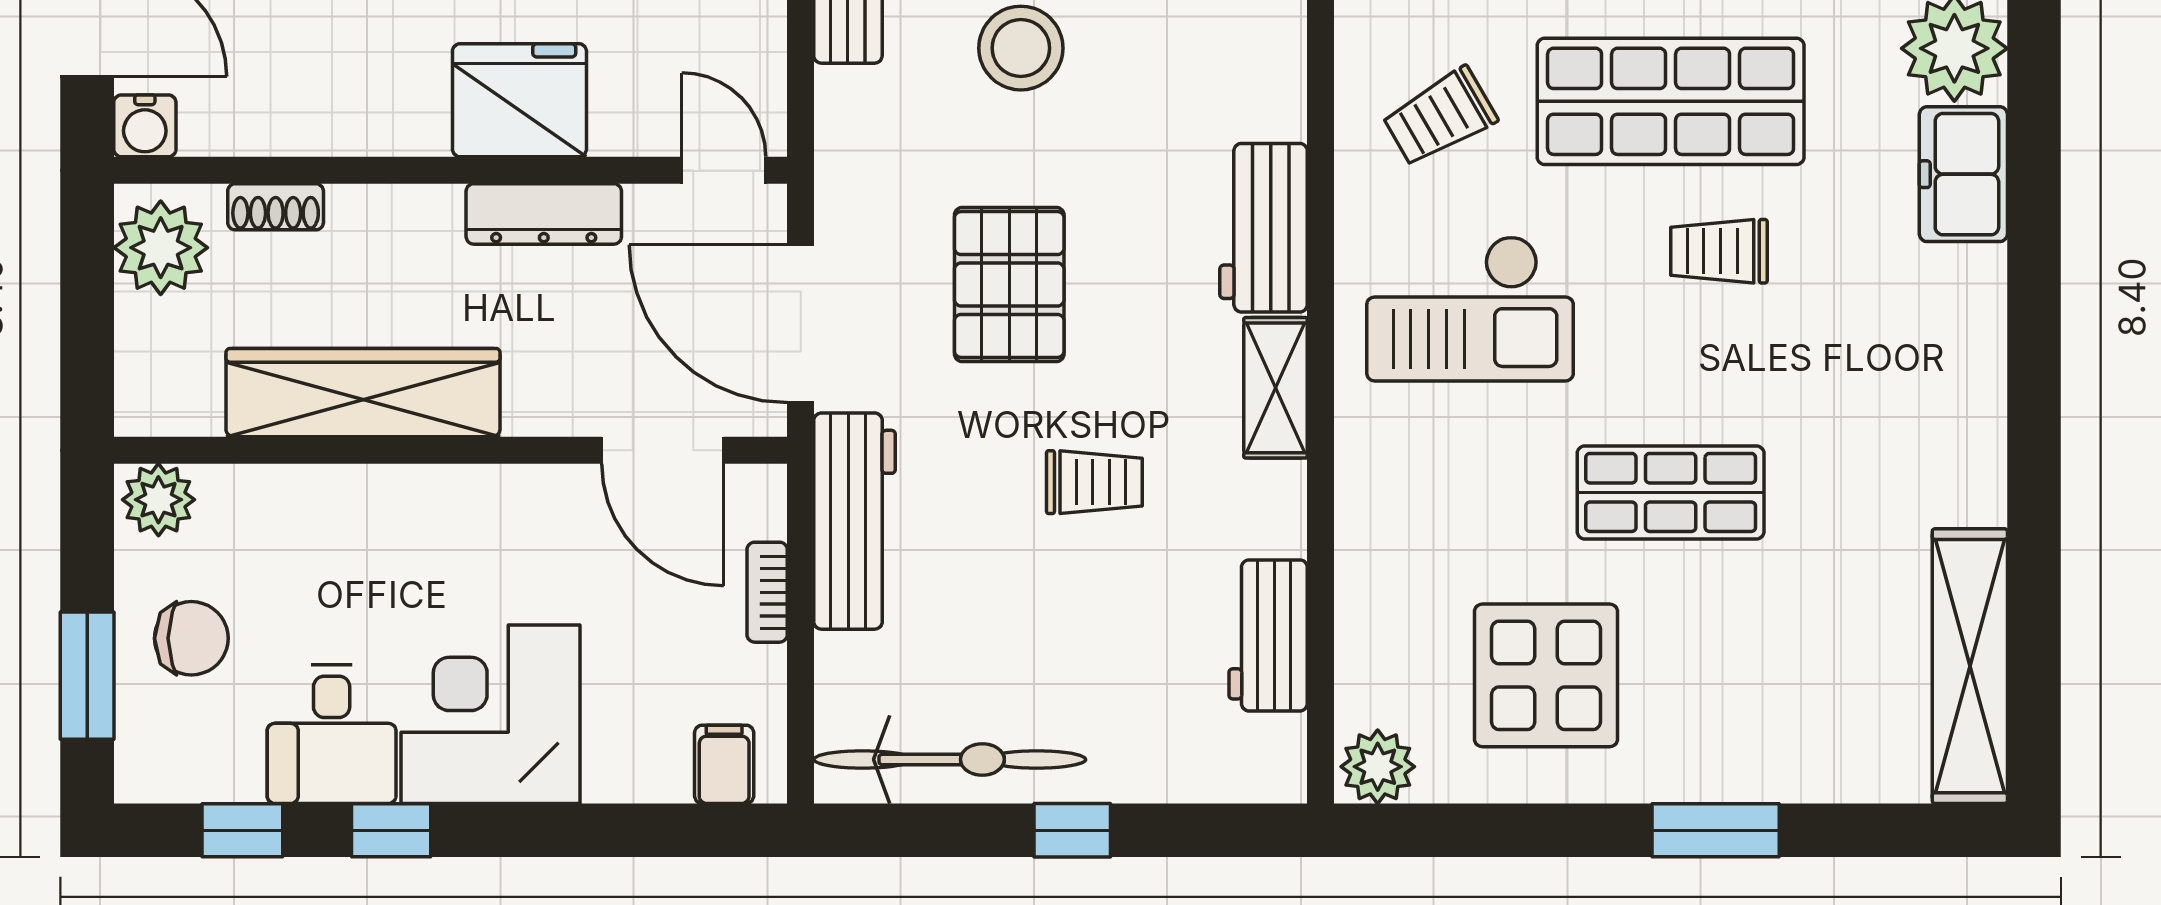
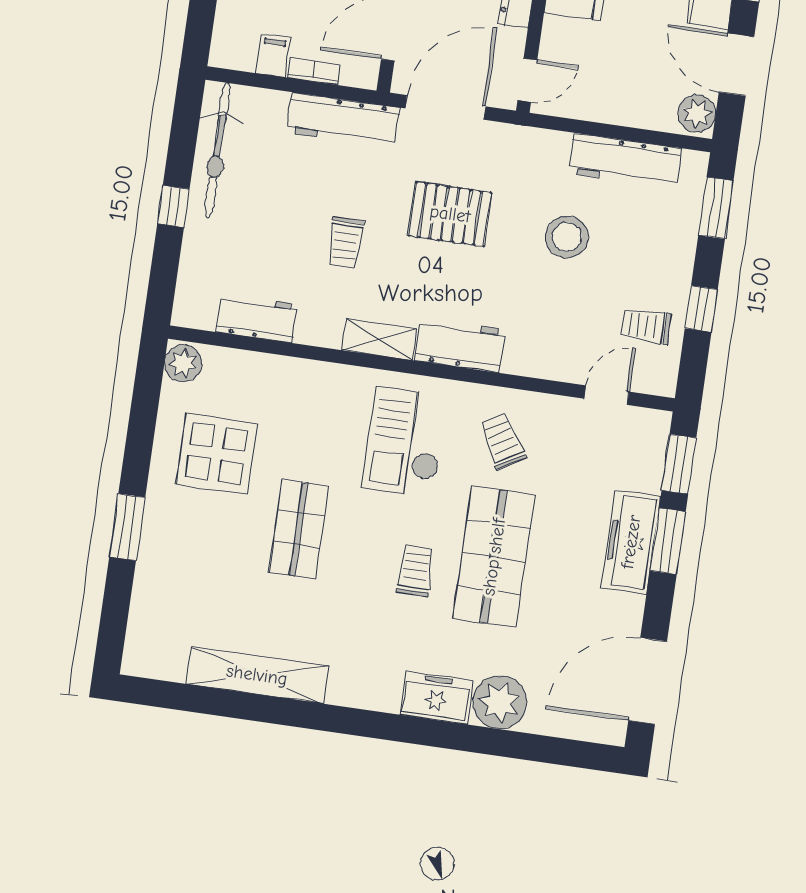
shelving: (1970, 666) -> (257, 675), moved
filing cabinet: (724, 764) -> (273, 56), moved, turned -90

